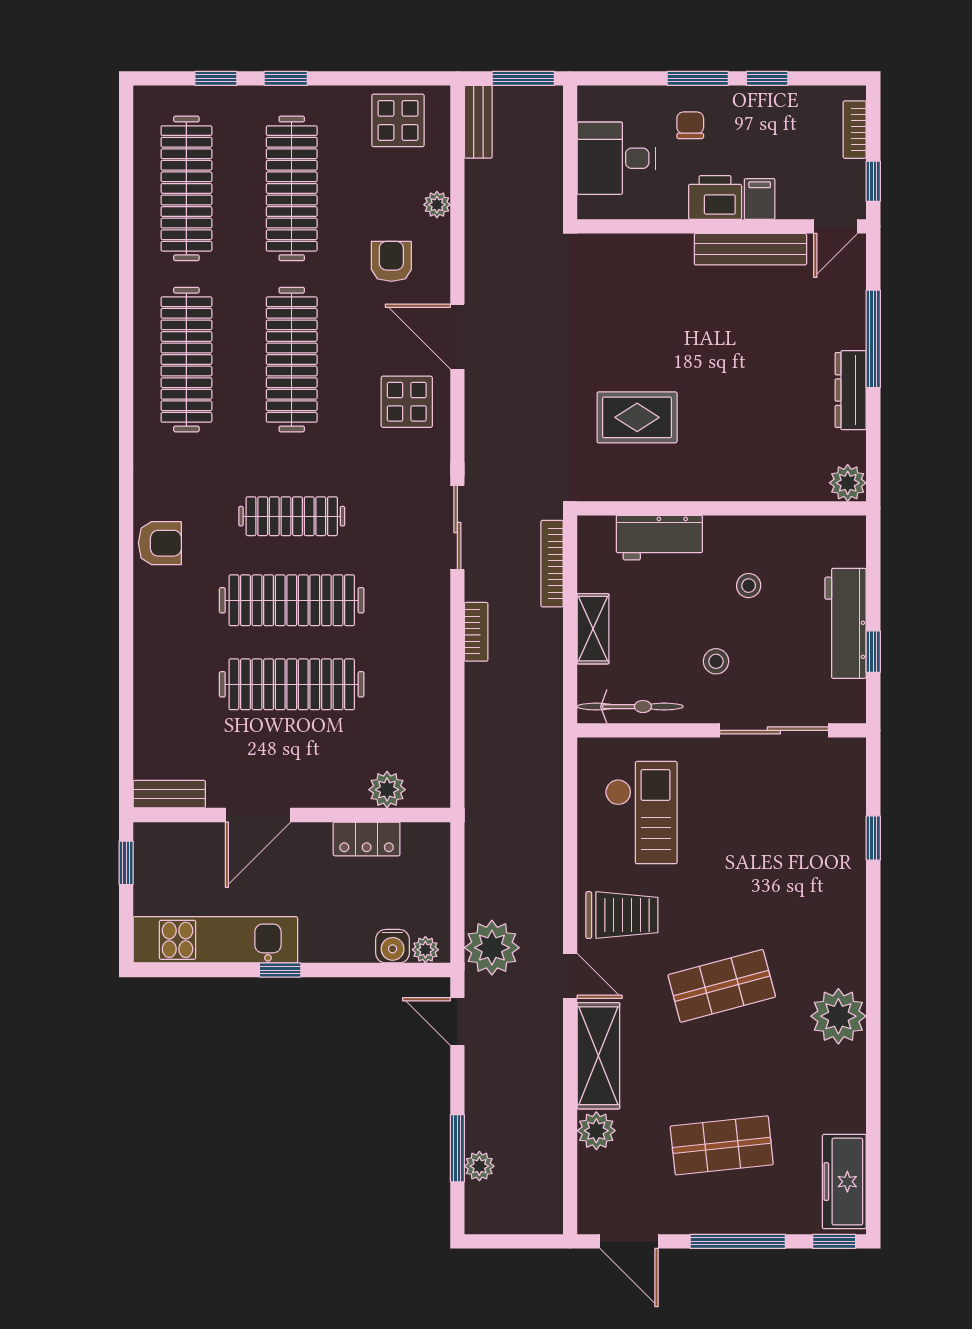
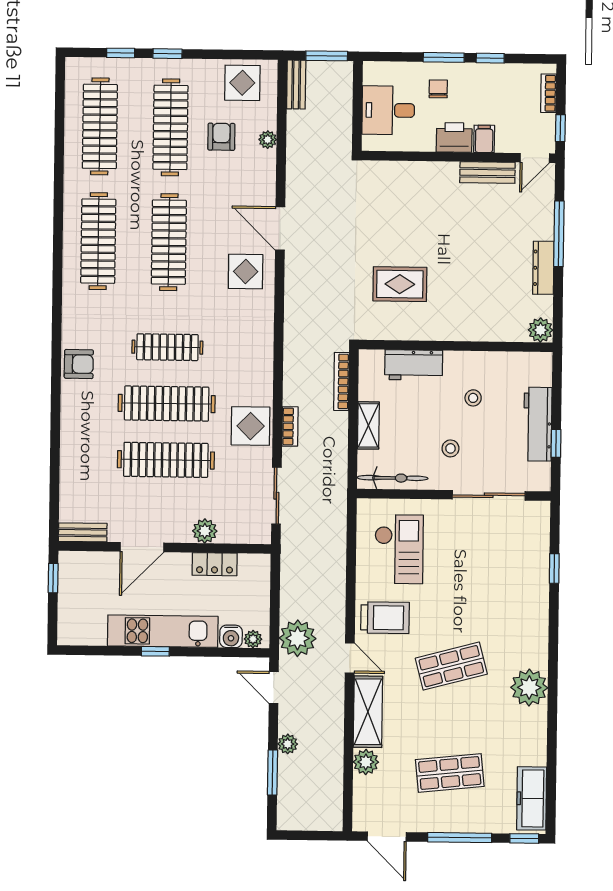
bench: (750, 249) -> (487, 173), width x0.73
armchair: (391, 261) -> (221, 137), moved
sliding door: (457, 528) -> (276, 496), moved
display table: (417, 632) -> (251, 426), added
plant: (387, 790) -> (205, 531), moved
kitchen unit: (215, 940) -> (163, 631), moved
plant: (479, 1166) -> (288, 744), moved

